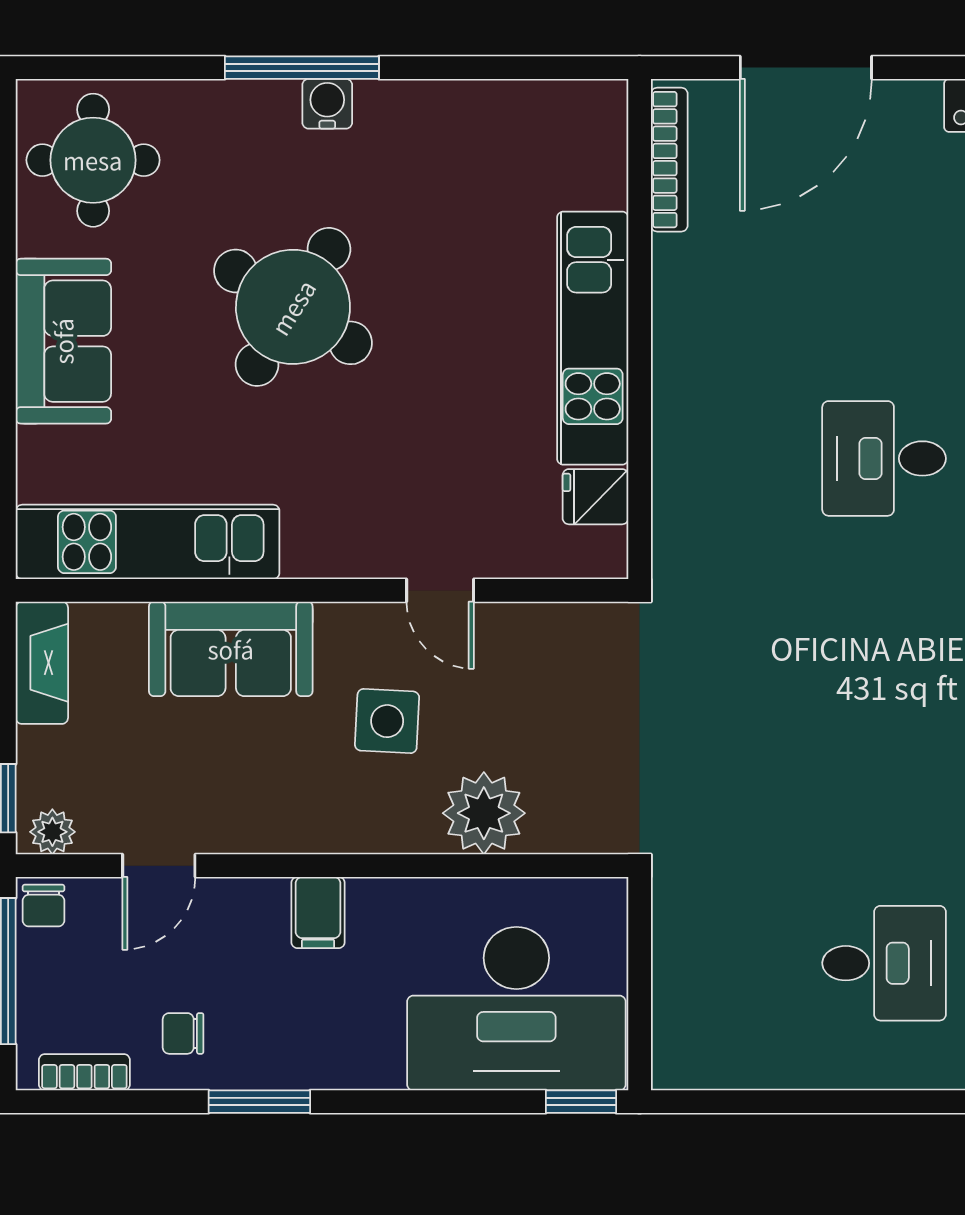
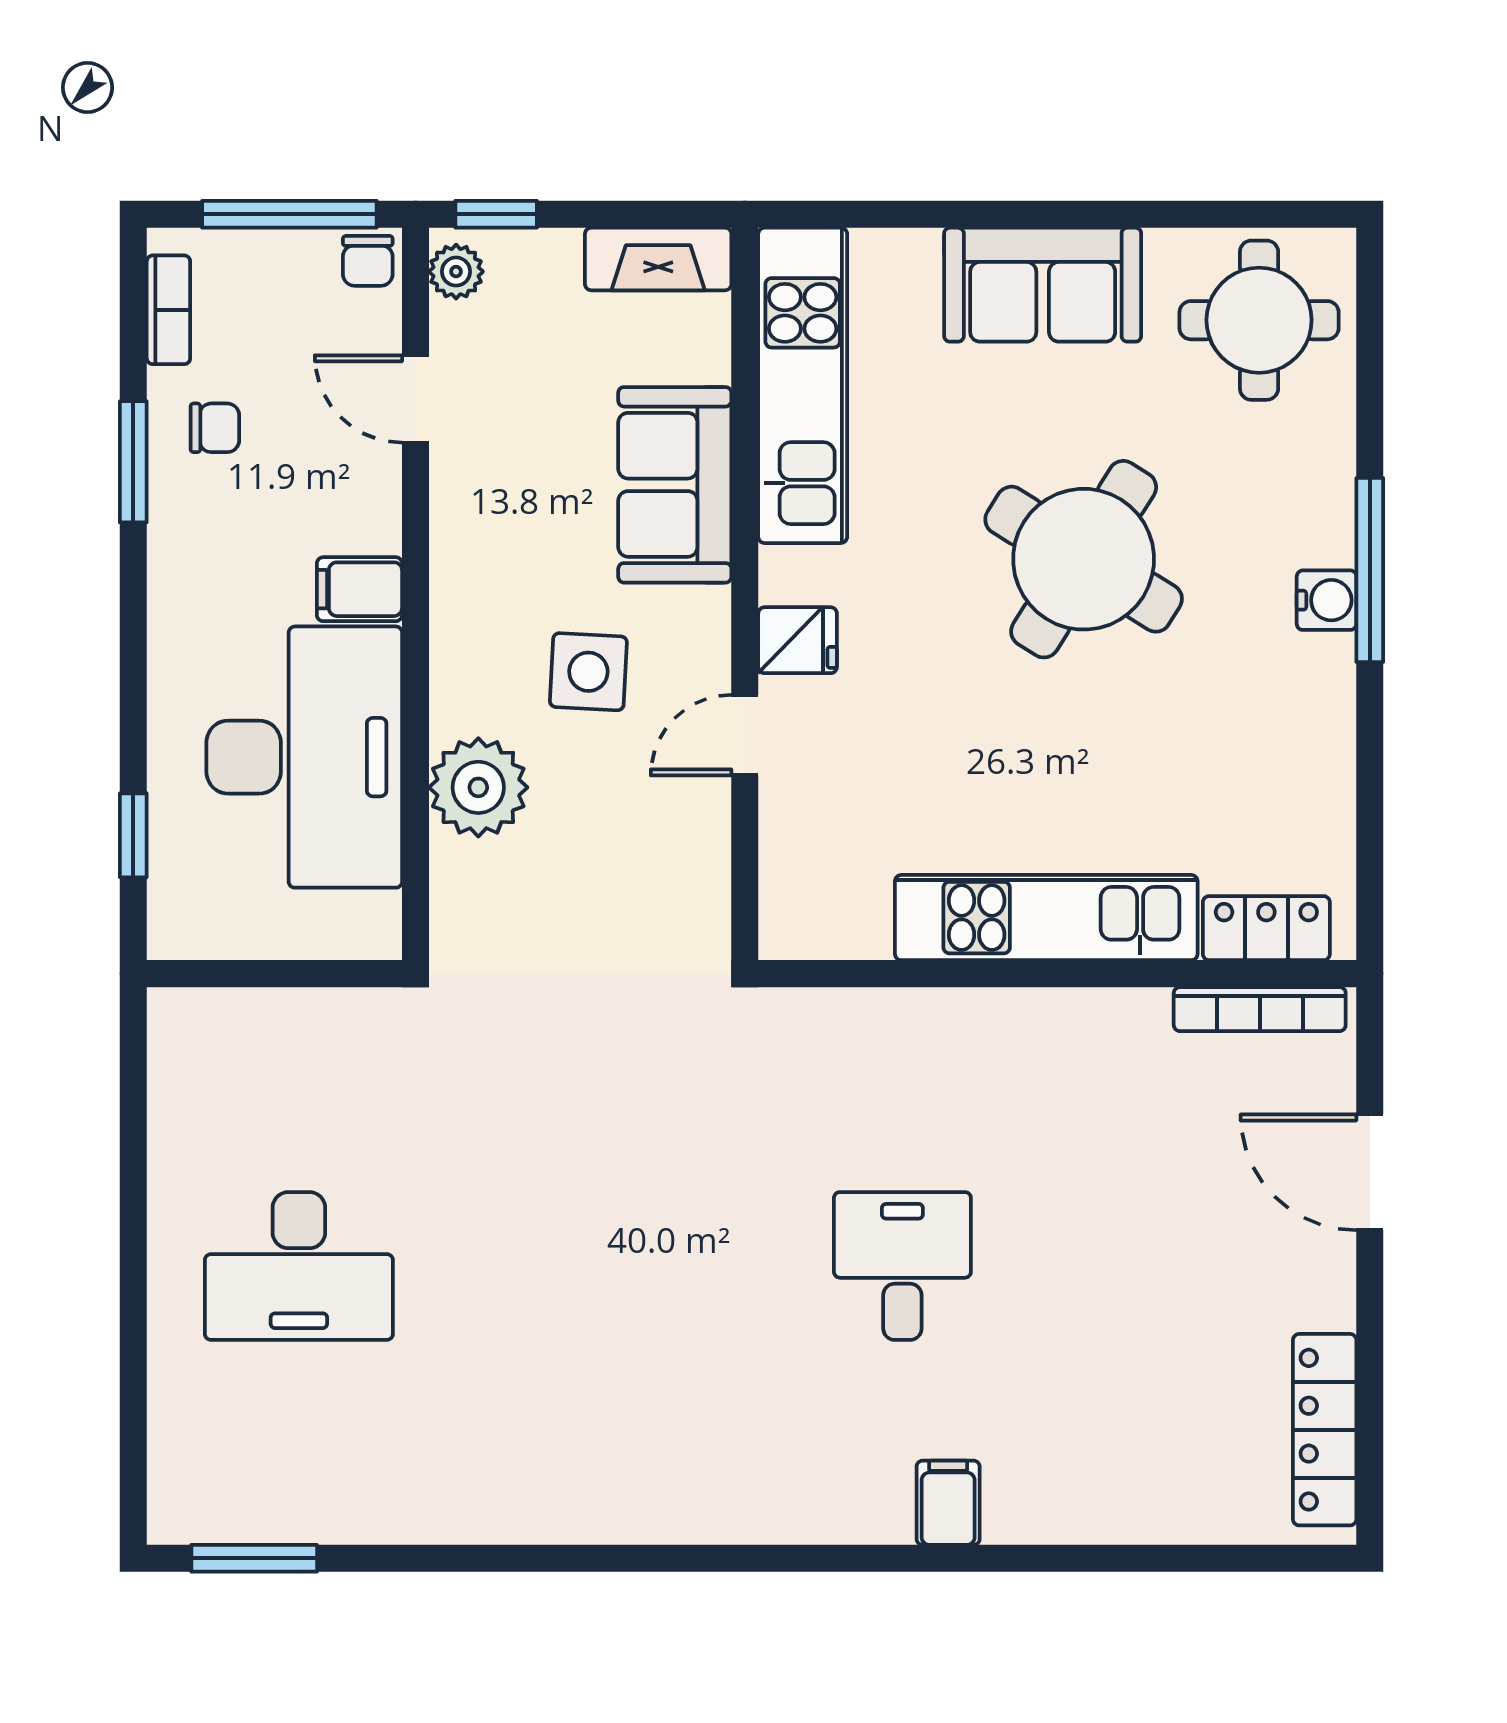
door: (806, 68) -> (1370, 1172), width x0.73
locker: (602, 154) -> (1266, 928), added
fridge: (595, 497) -> (798, 640), moved, turned 90
chair: (43, 906) -> (368, 261), turned -90
desk: (884, 963) -> (299, 1266), width x1.37
desk: (516, 1009) -> (304, 757), moved, turned 180
chair: (183, 1033) -> (215, 428), turned 90
window: (259, 1102) -> (133, 462), moved
window: (581, 1102) -> (133, 835), moved

